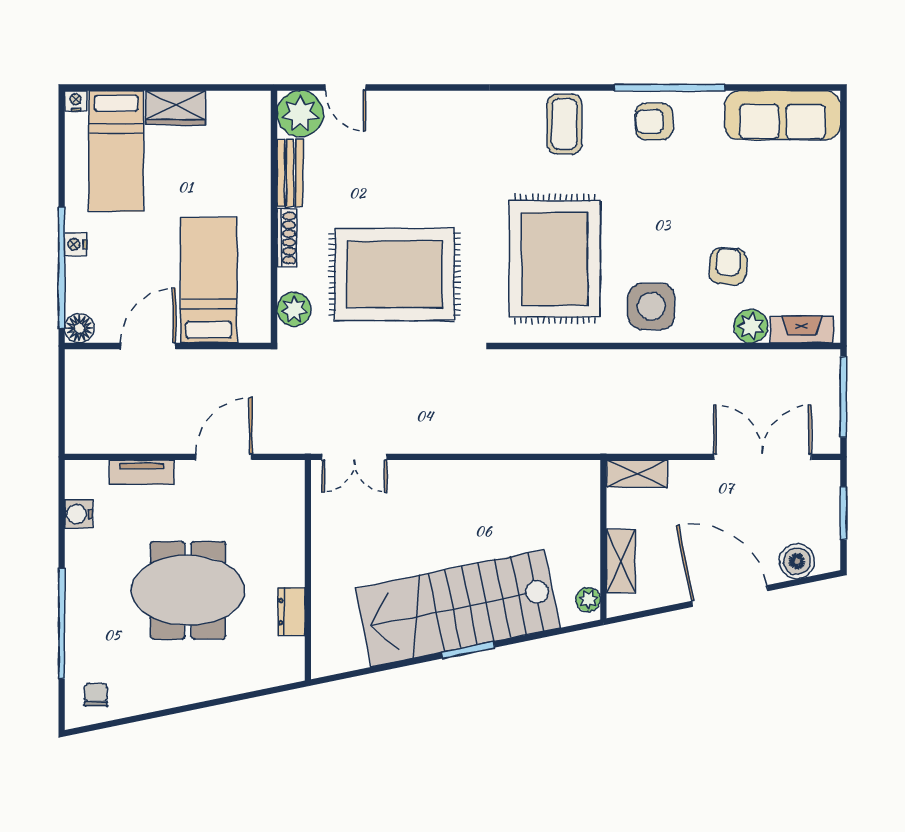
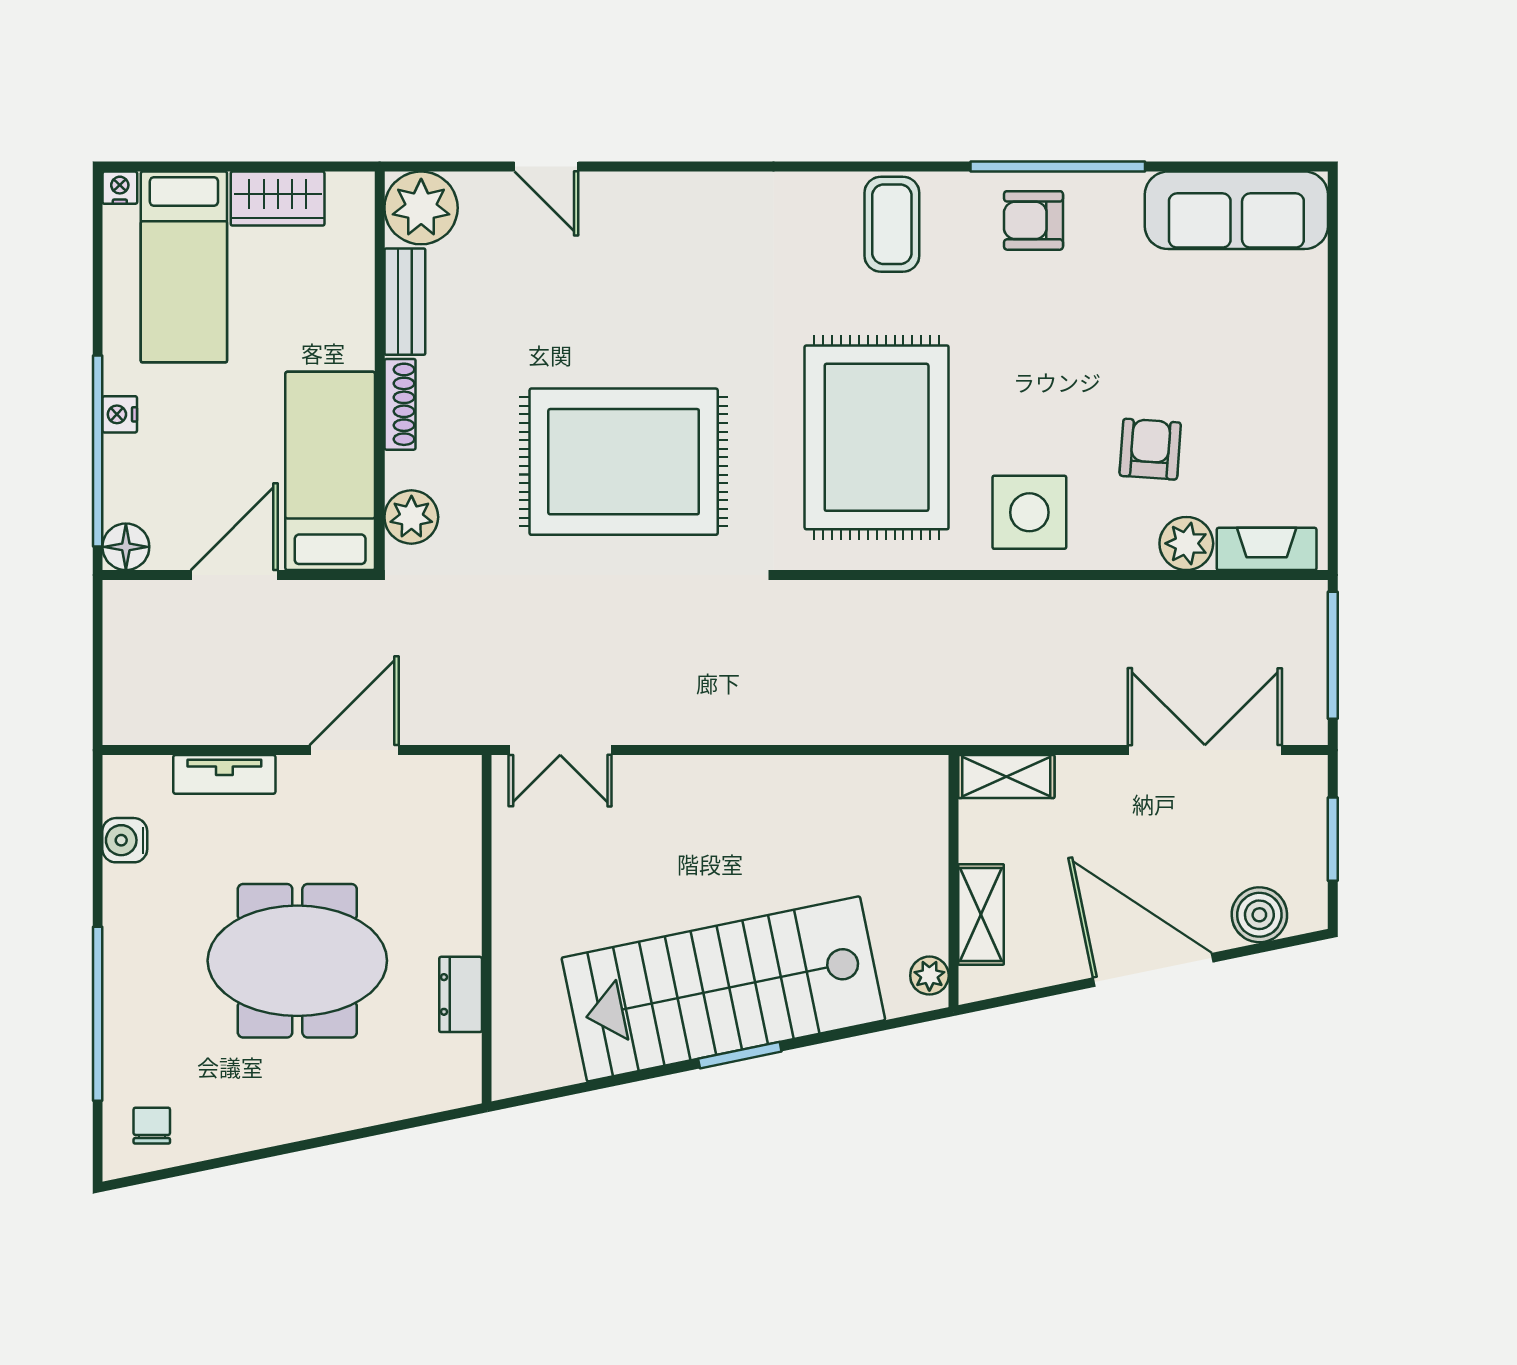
plant: (300, 114) -> (421, 208), moved
bench: (290, 173) -> (405, 302), moved
wall: (274, 217) -> (380, 371), moved
shoe rack: (287, 238) -> (400, 404), moved
plant: (294, 309) -> (411, 517), moved

